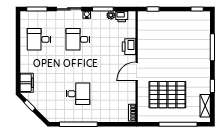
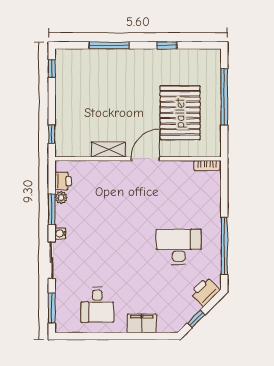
desk: (78, 39) -> (97, 247), removed
printer: (129, 47) -> (205, 292), moved, turned 135
door: (137, 72) -> (145, 159), swing flipped
filing cabinet: (27, 83) -> (142, 323), moved
desk: (78, 94) -> (179, 247), width x1.37
shelving: (205, 106) -> (108, 150), moved

